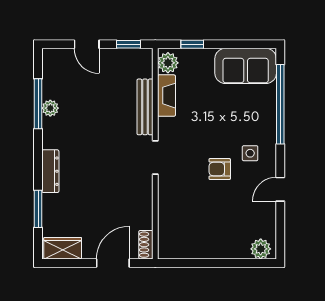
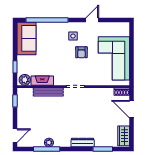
door: (87, 44) -> (15, 136), moved
door: (280, 189) -> (92, 20), swing flipped
corner sofa: (208, 230) -> (114, 58), added
plant: (261, 249) -> (124, 30), removed

